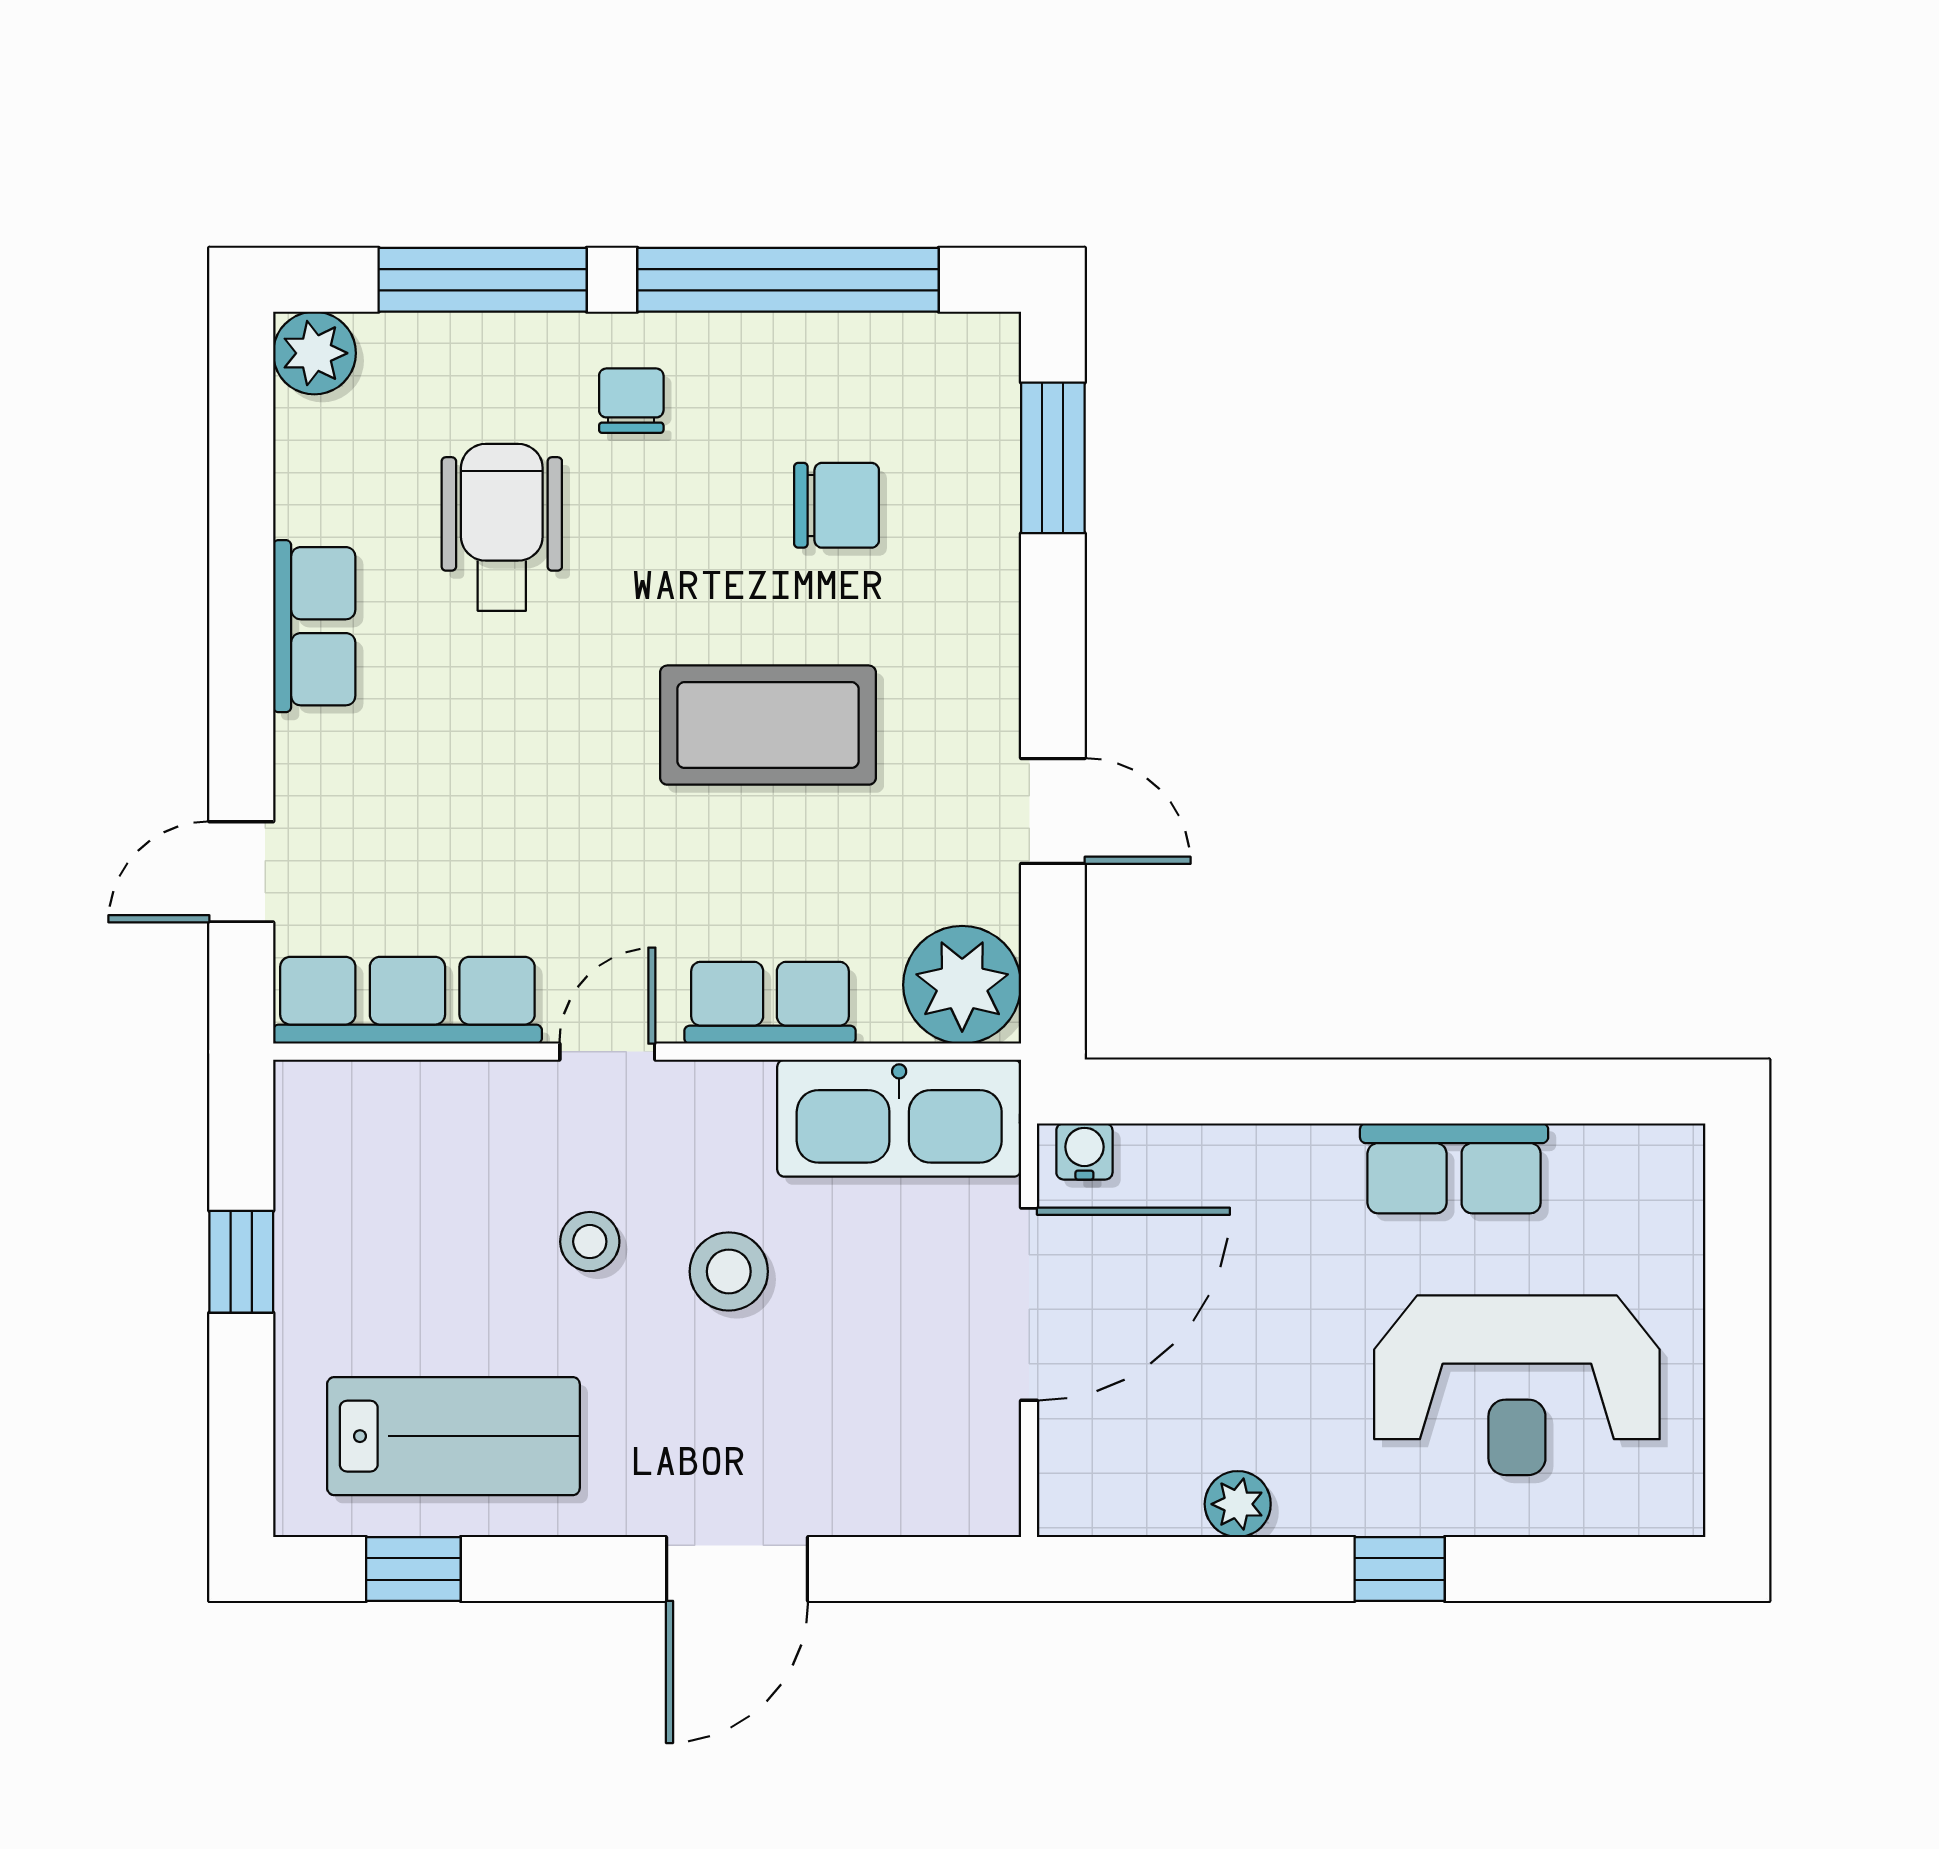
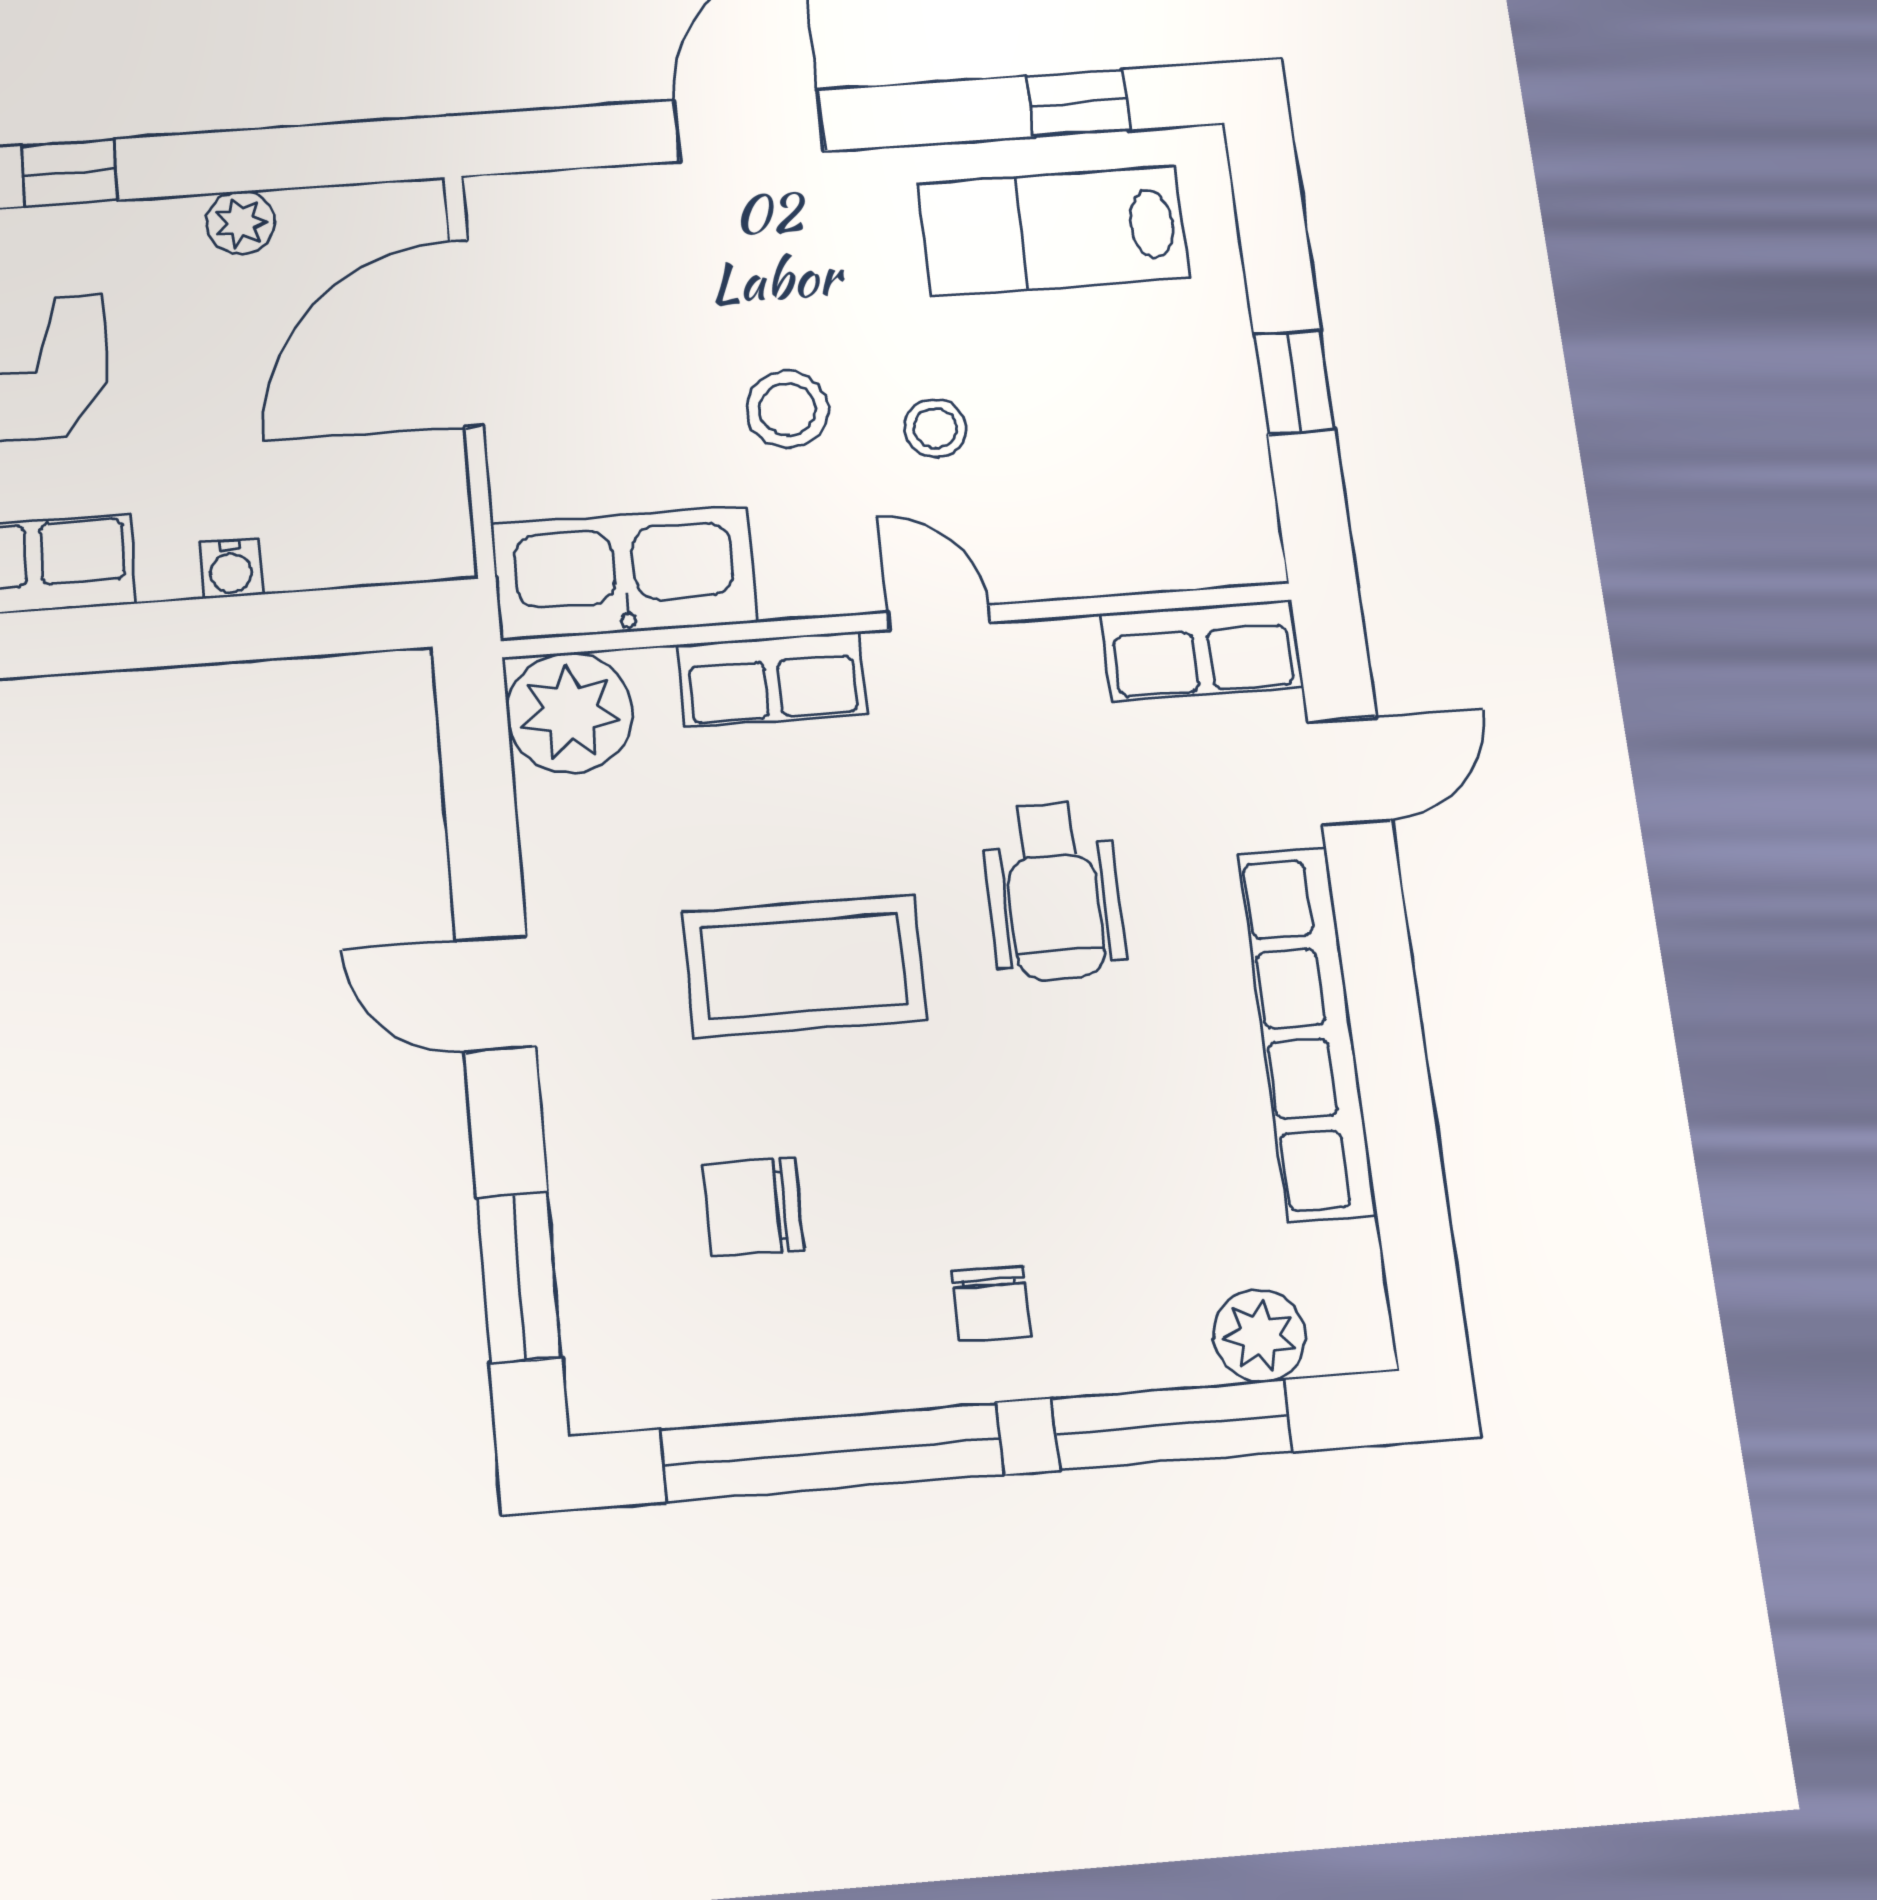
plant: (314, 353) -> (1260, 1336), moved
wheelchair: (502, 527) -> (1053, 891), moved
row of seats: (314, 626) -> (1307, 1033), width x2.02
door: (1053, 811) -> (496, 994), moved
row of seats: (407, 1000) -> (1202, 650), width x0.68
door: (607, 1052) -> (939, 617), swing flipped
water cooler: (1084, 1151) -> (231, 569), moved
door: (1029, 1304) -> (466, 333), moved

